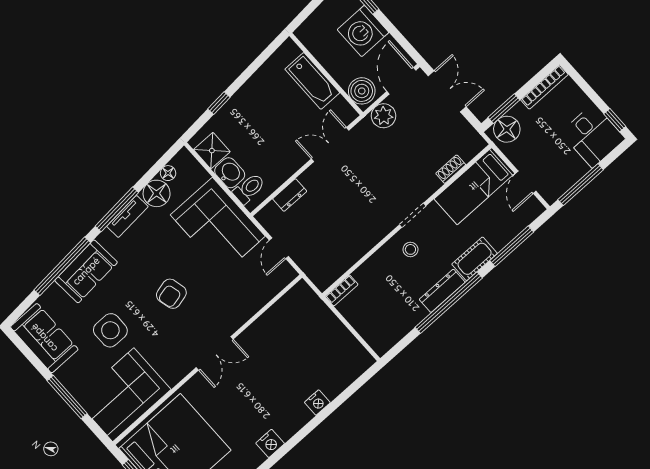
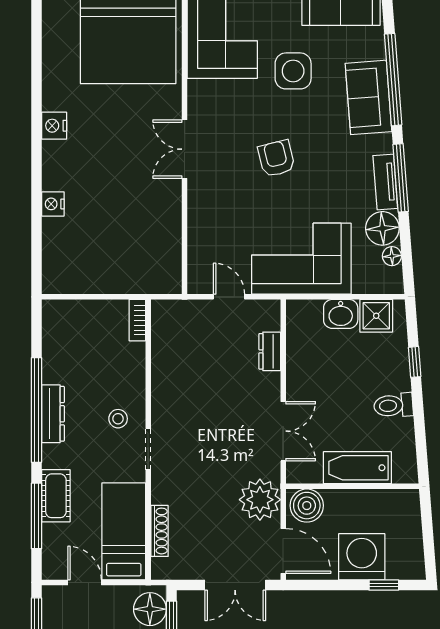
plant: (384, 116) -> (260, 500), width x1.36, depth x1.36
shoe rack: (451, 169) -> (159, 531), width x1.43
toilet: (249, 189) -> (393, 405), moved, turned 86
cot: (475, 259) -> (56, 496), moved

